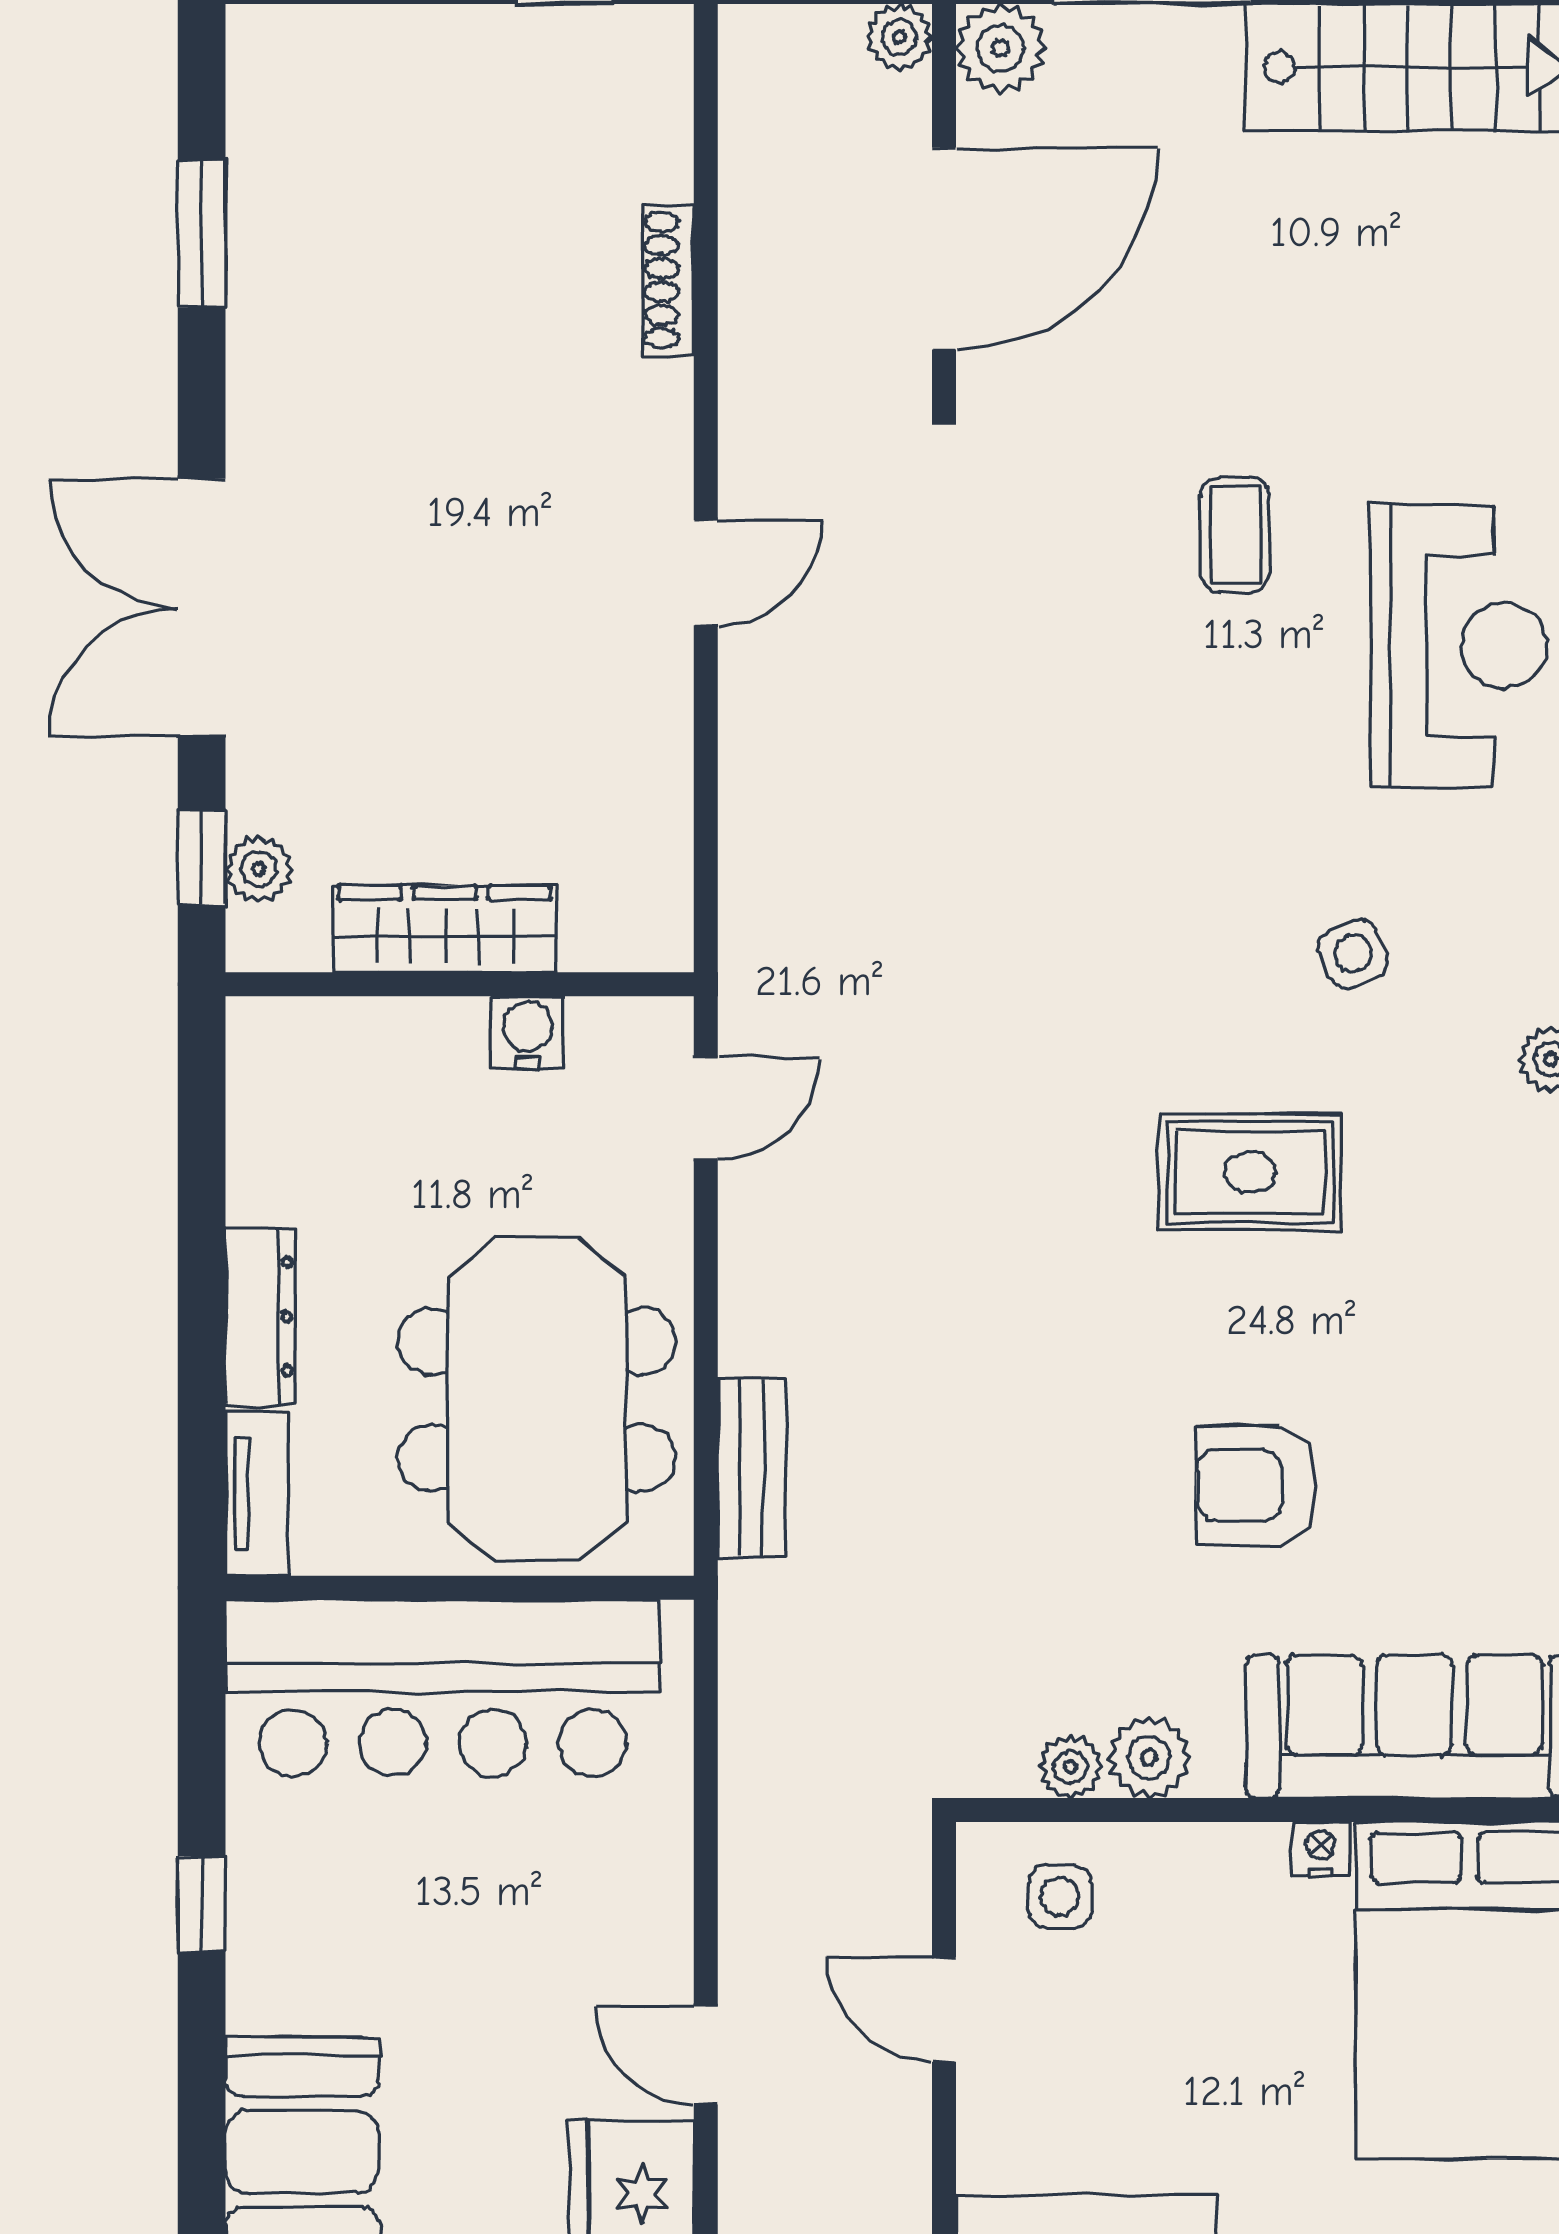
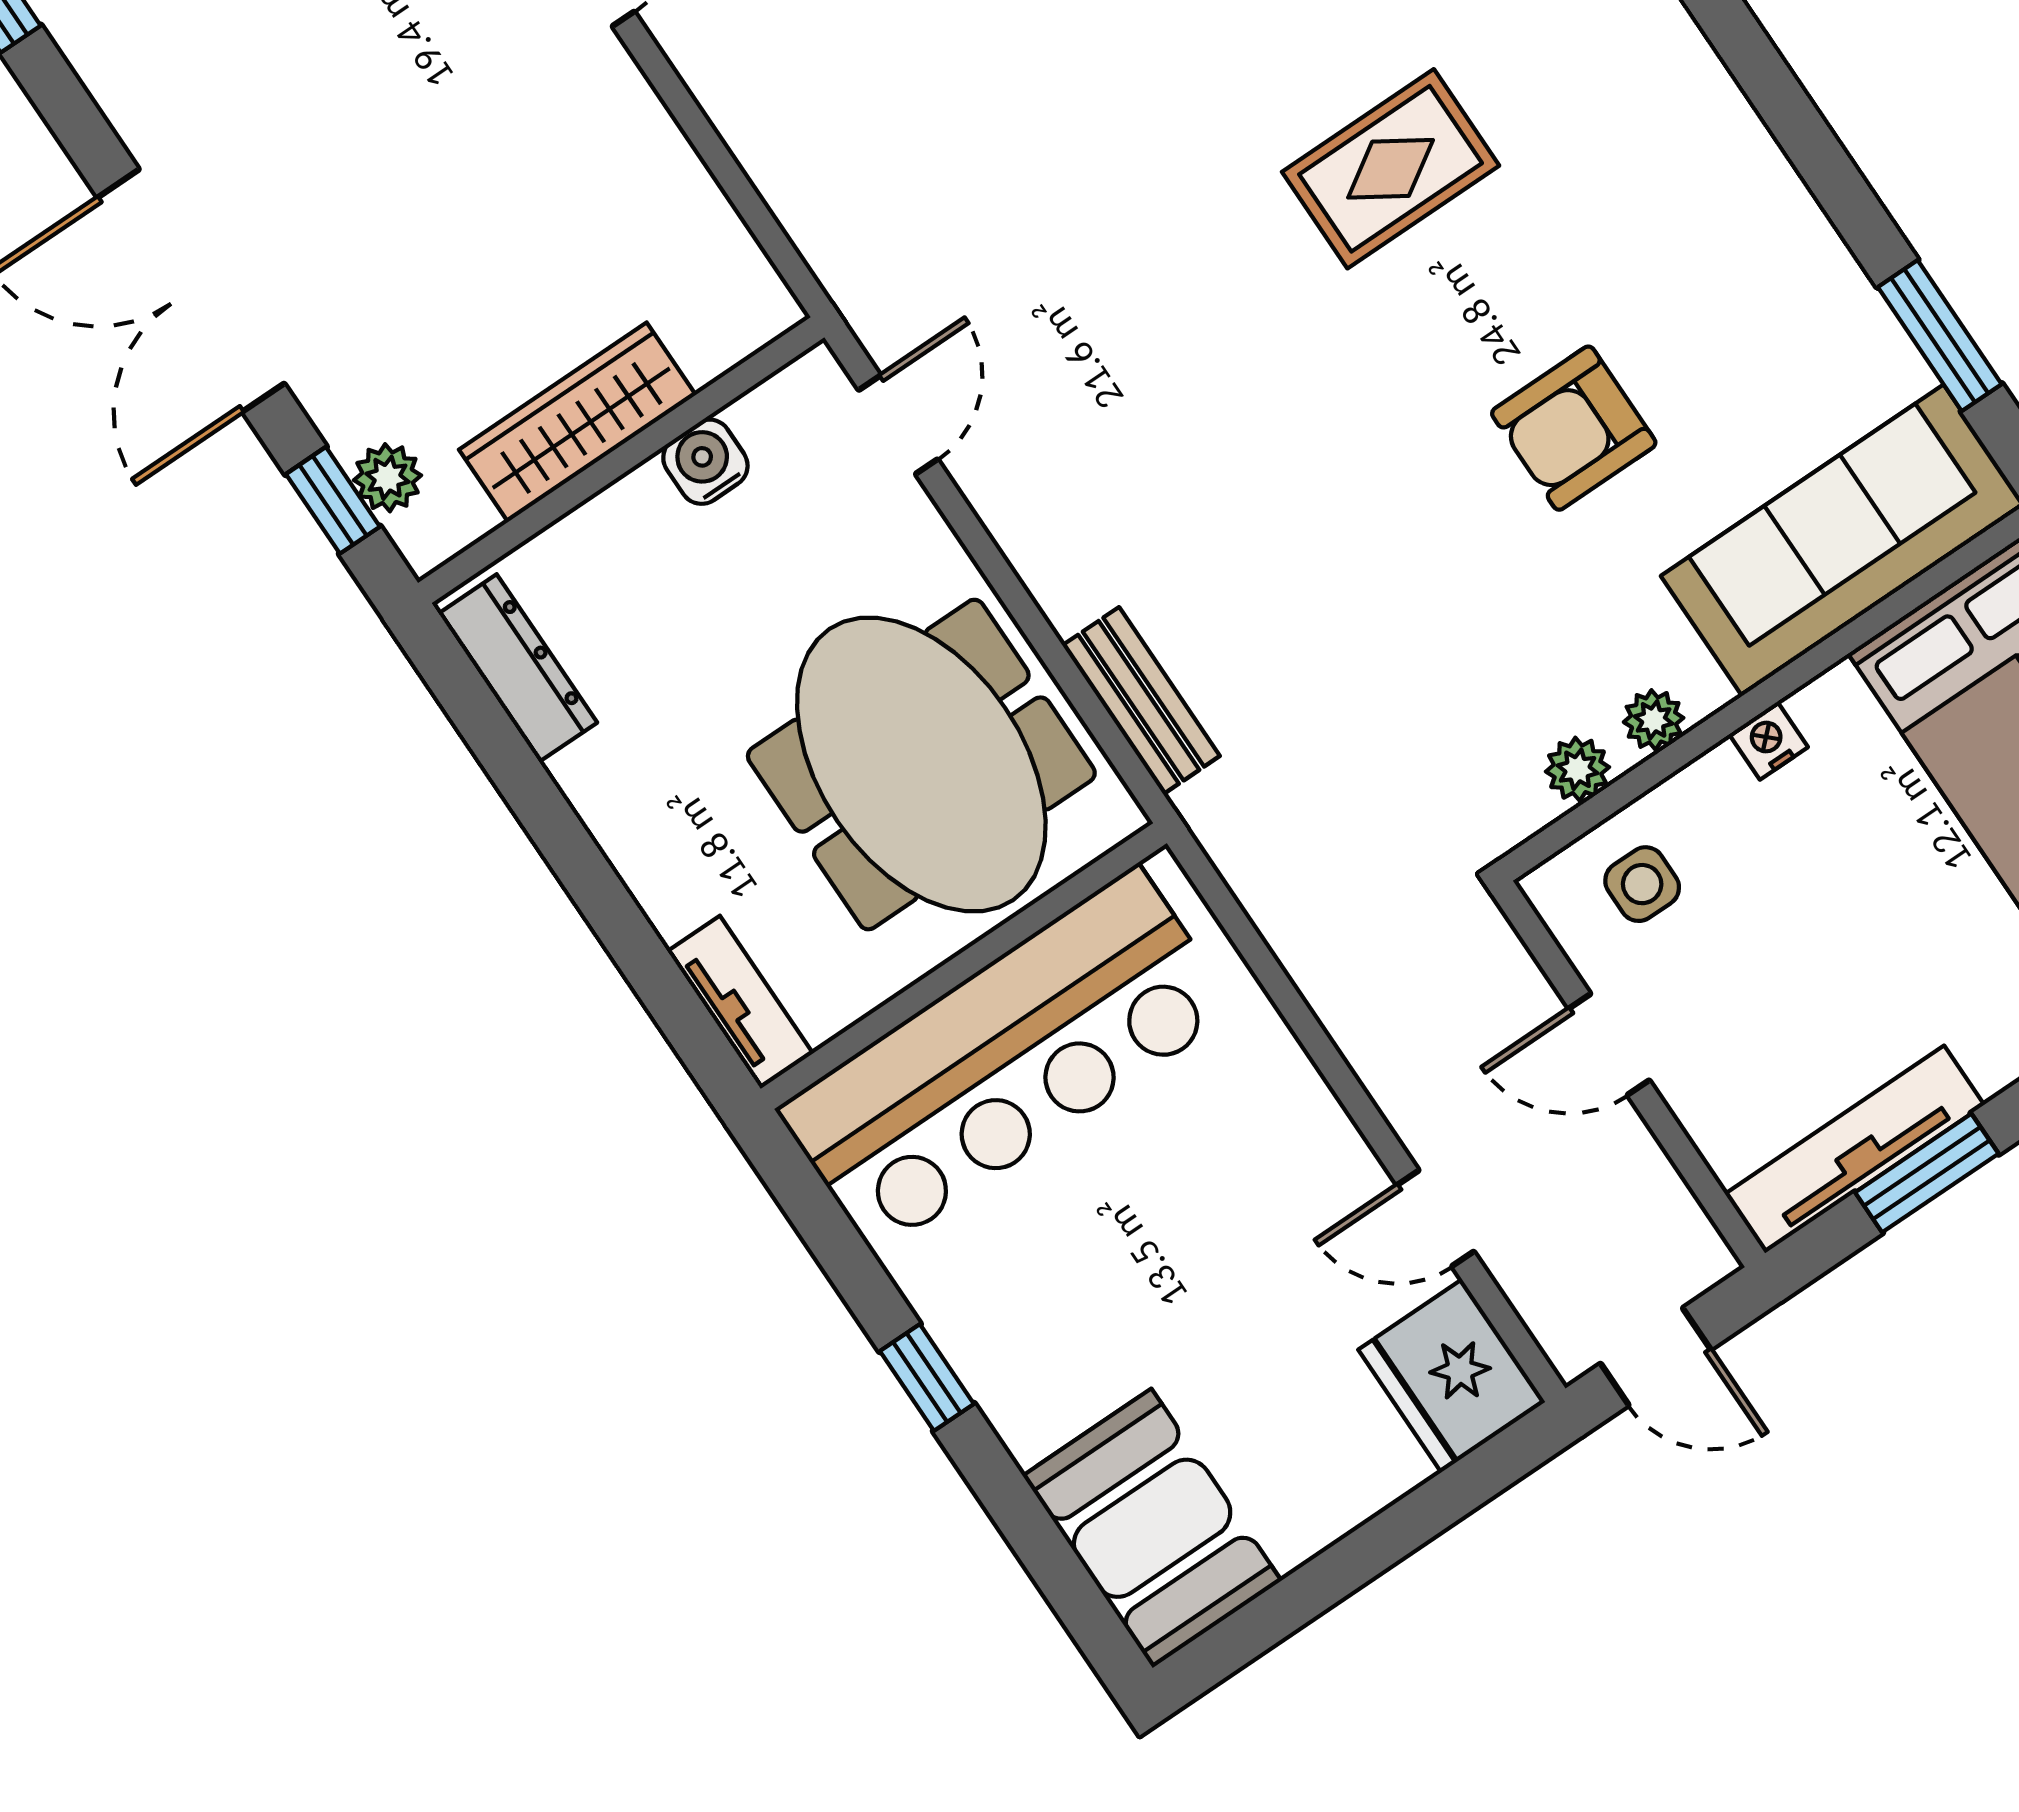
dresser: (260, 1317) -> (518, 668), moved
plant: (1149, 1757) -> (1654, 720), width x0.73, depth x0.73
nightstand: (1321, 1849) -> (1769, 741), moved

